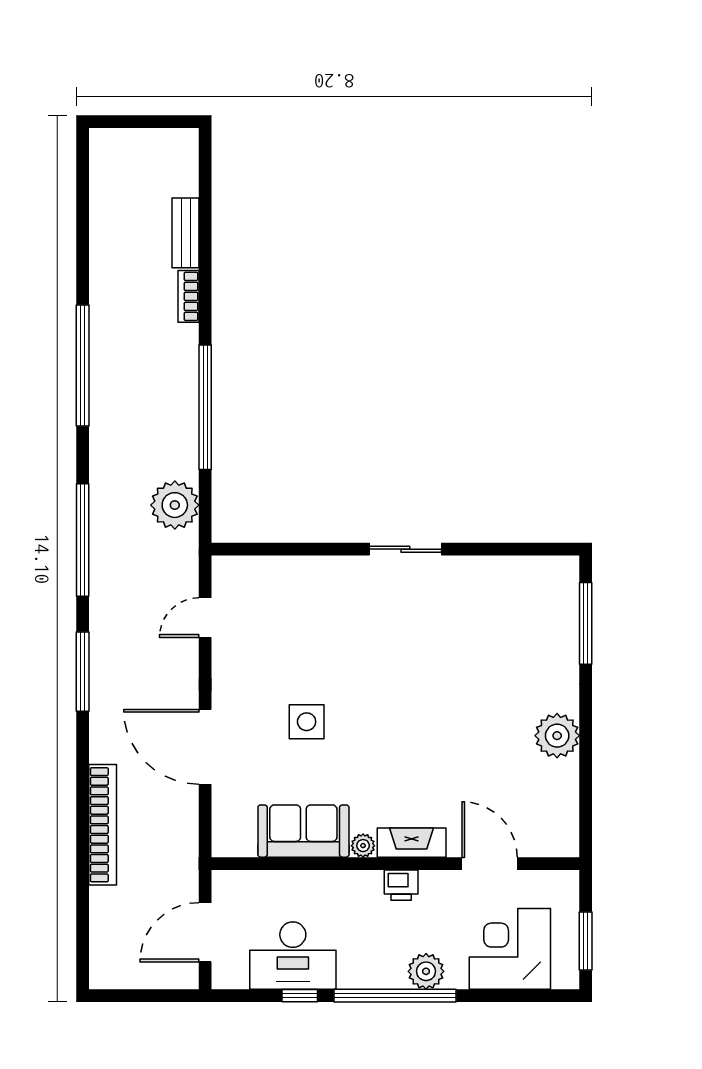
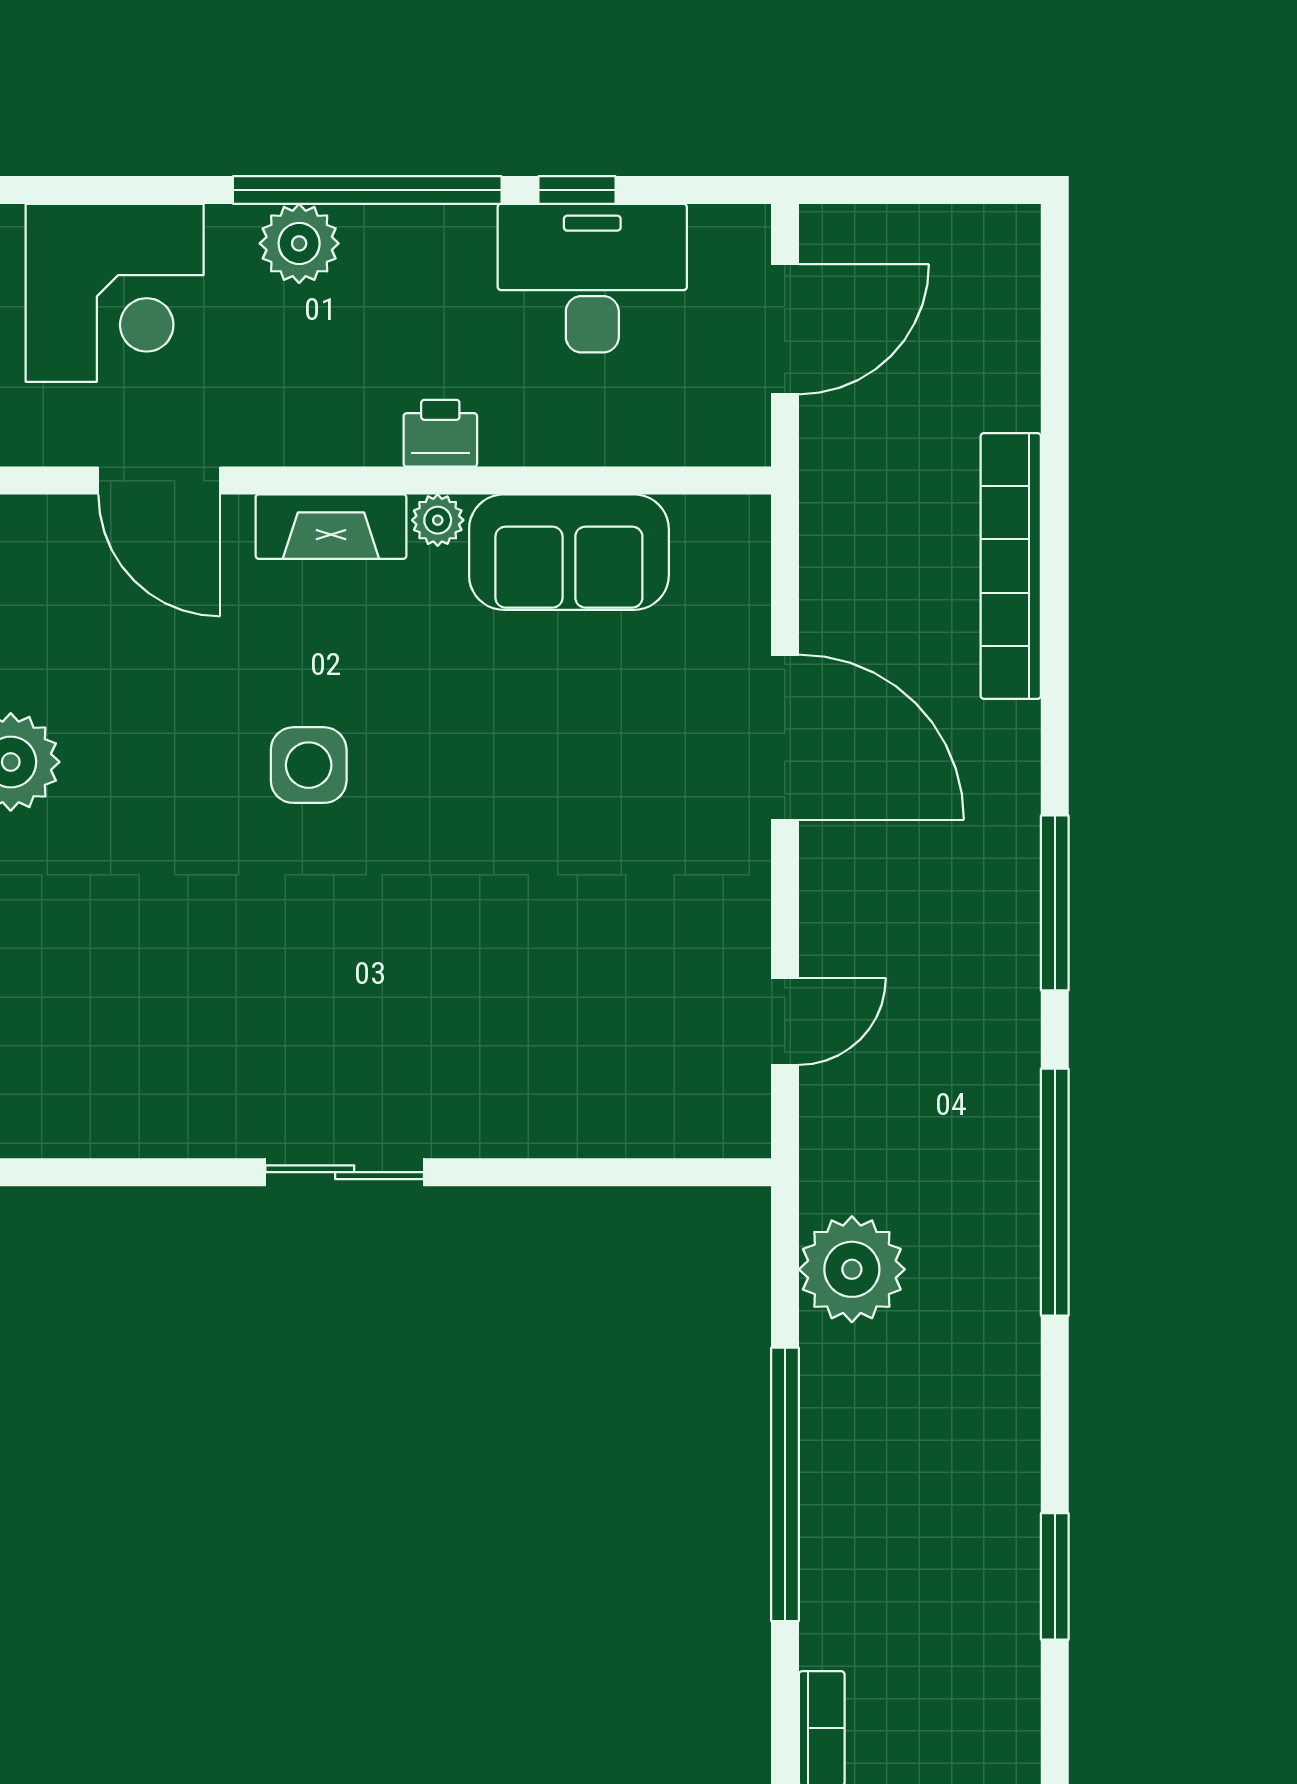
window: (83, 365) -> (1055, 1576), width x0.47
side table: (307, 722) -> (309, 765), moved
printer: (401, 885) -> (440, 433), moved

